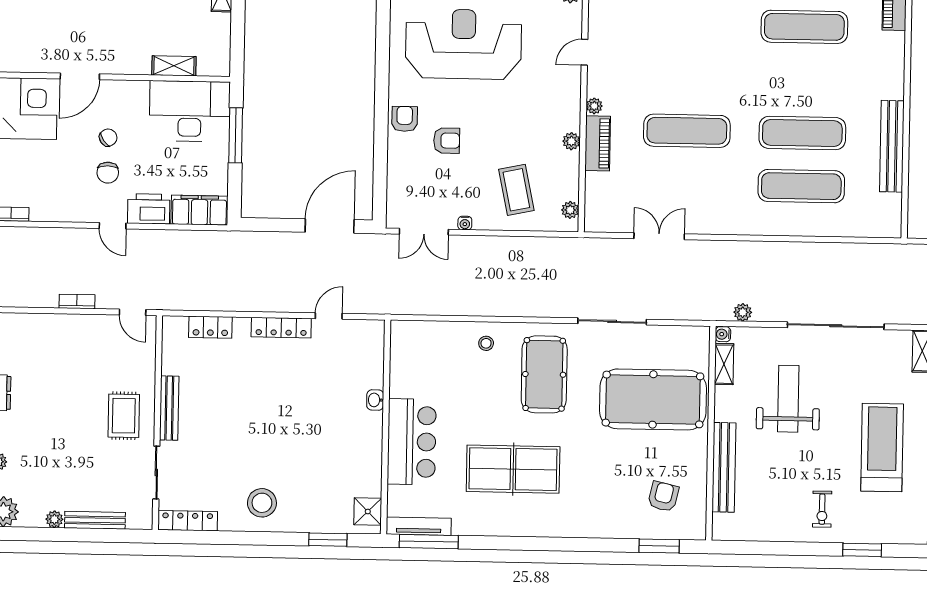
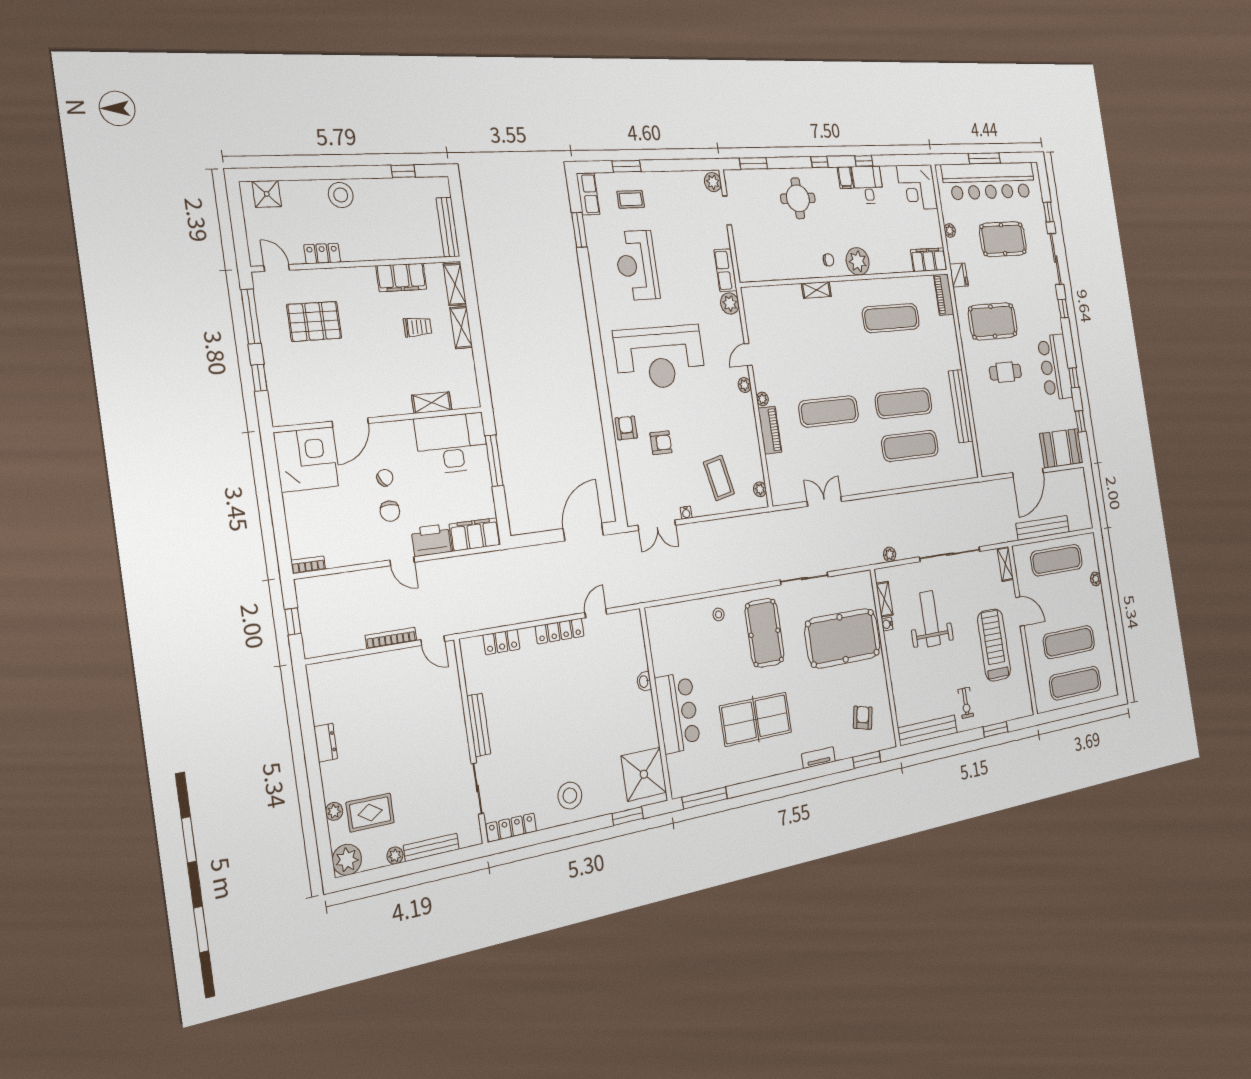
reception desk: (464, 44) -> (660, 357), turned 180
plant: (571, 141) -> (745, 385), moved
bookcase: (77, 301) -> (391, 638), width x1.56
water cooler: (723, 334) -> (887, 624), moved
rug: (124, 416) -> (370, 813), moved, turned 90
bench: (724, 467) -> (928, 730), moved, turned 90
shower: (368, 512) -> (644, 774), width x1.86, depth x1.86
tv unit: (419, 526) -> (818, 758), moved, width x0.71

